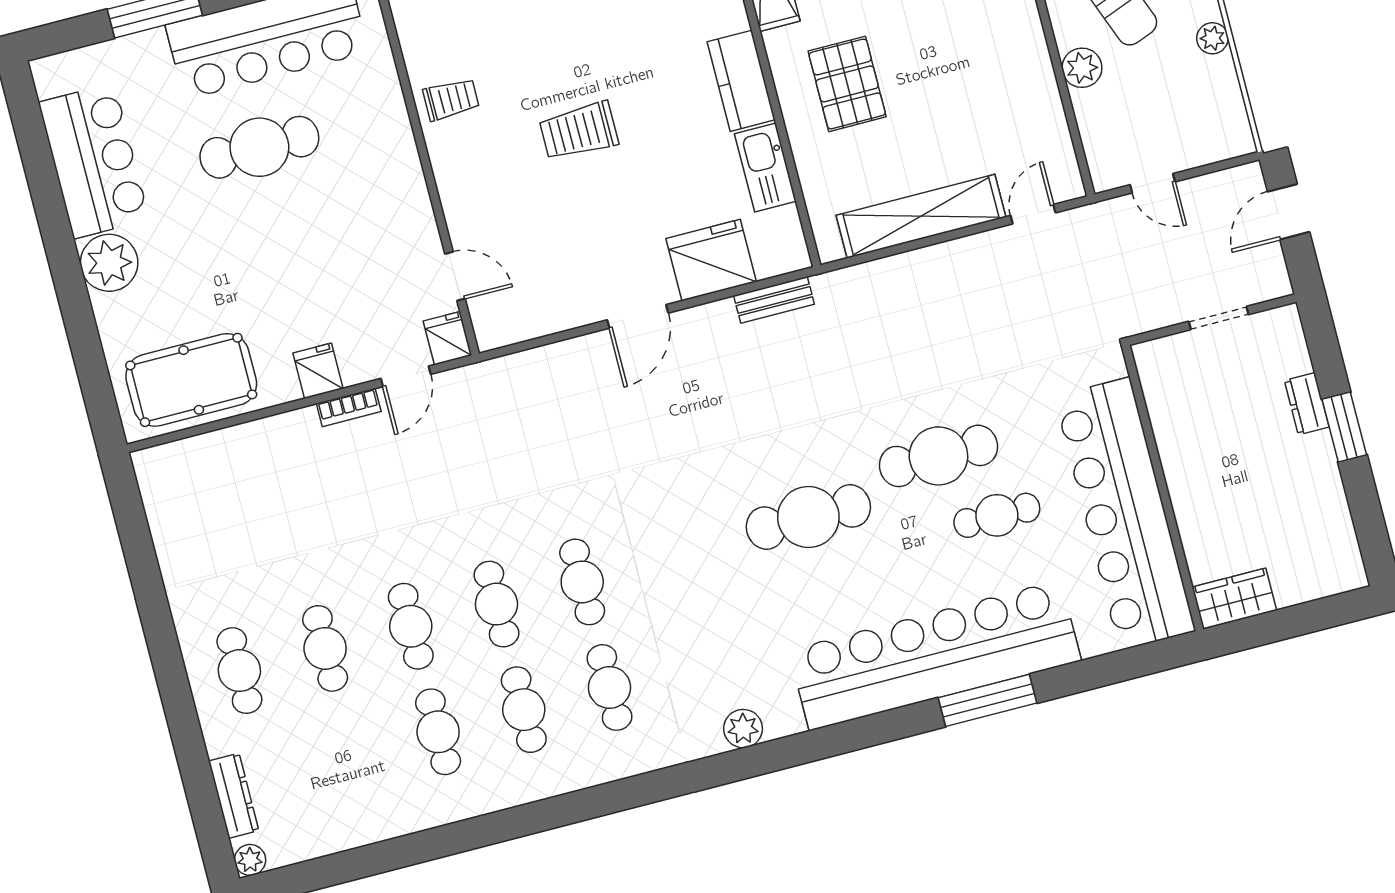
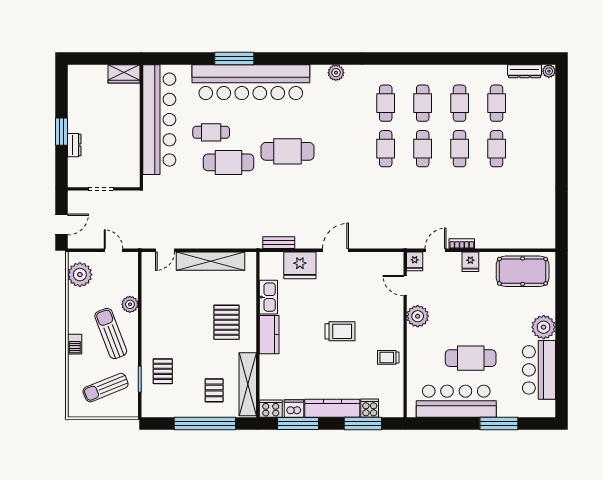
plant: (1212, 38) -> (80, 275), moved, width x1.87, depth x1.87
plant: (408, 213) -> (418, 316), added
cafe table: (239, 671) -> (497, 103), moved
dresser: (234, 796) -> (524, 71), moved, turned -90

